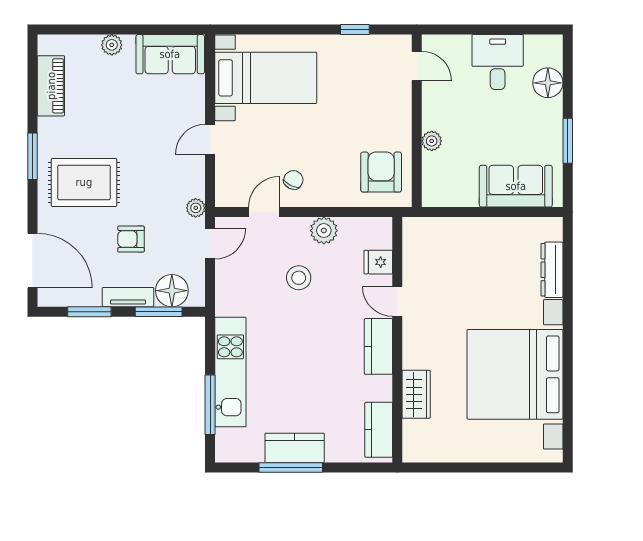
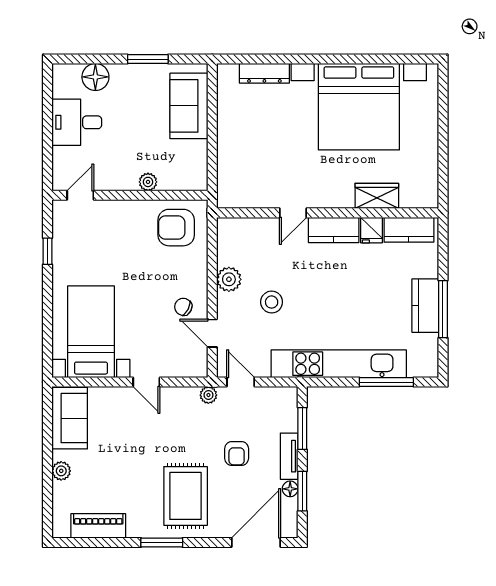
fridge: (378, 262) -> (372, 230), moved
floor lamp: (172, 291) -> (290, 489), moved, width x0.53, depth x0.53
kitchen unit: (230, 372) -> (339, 364), width x1.36

